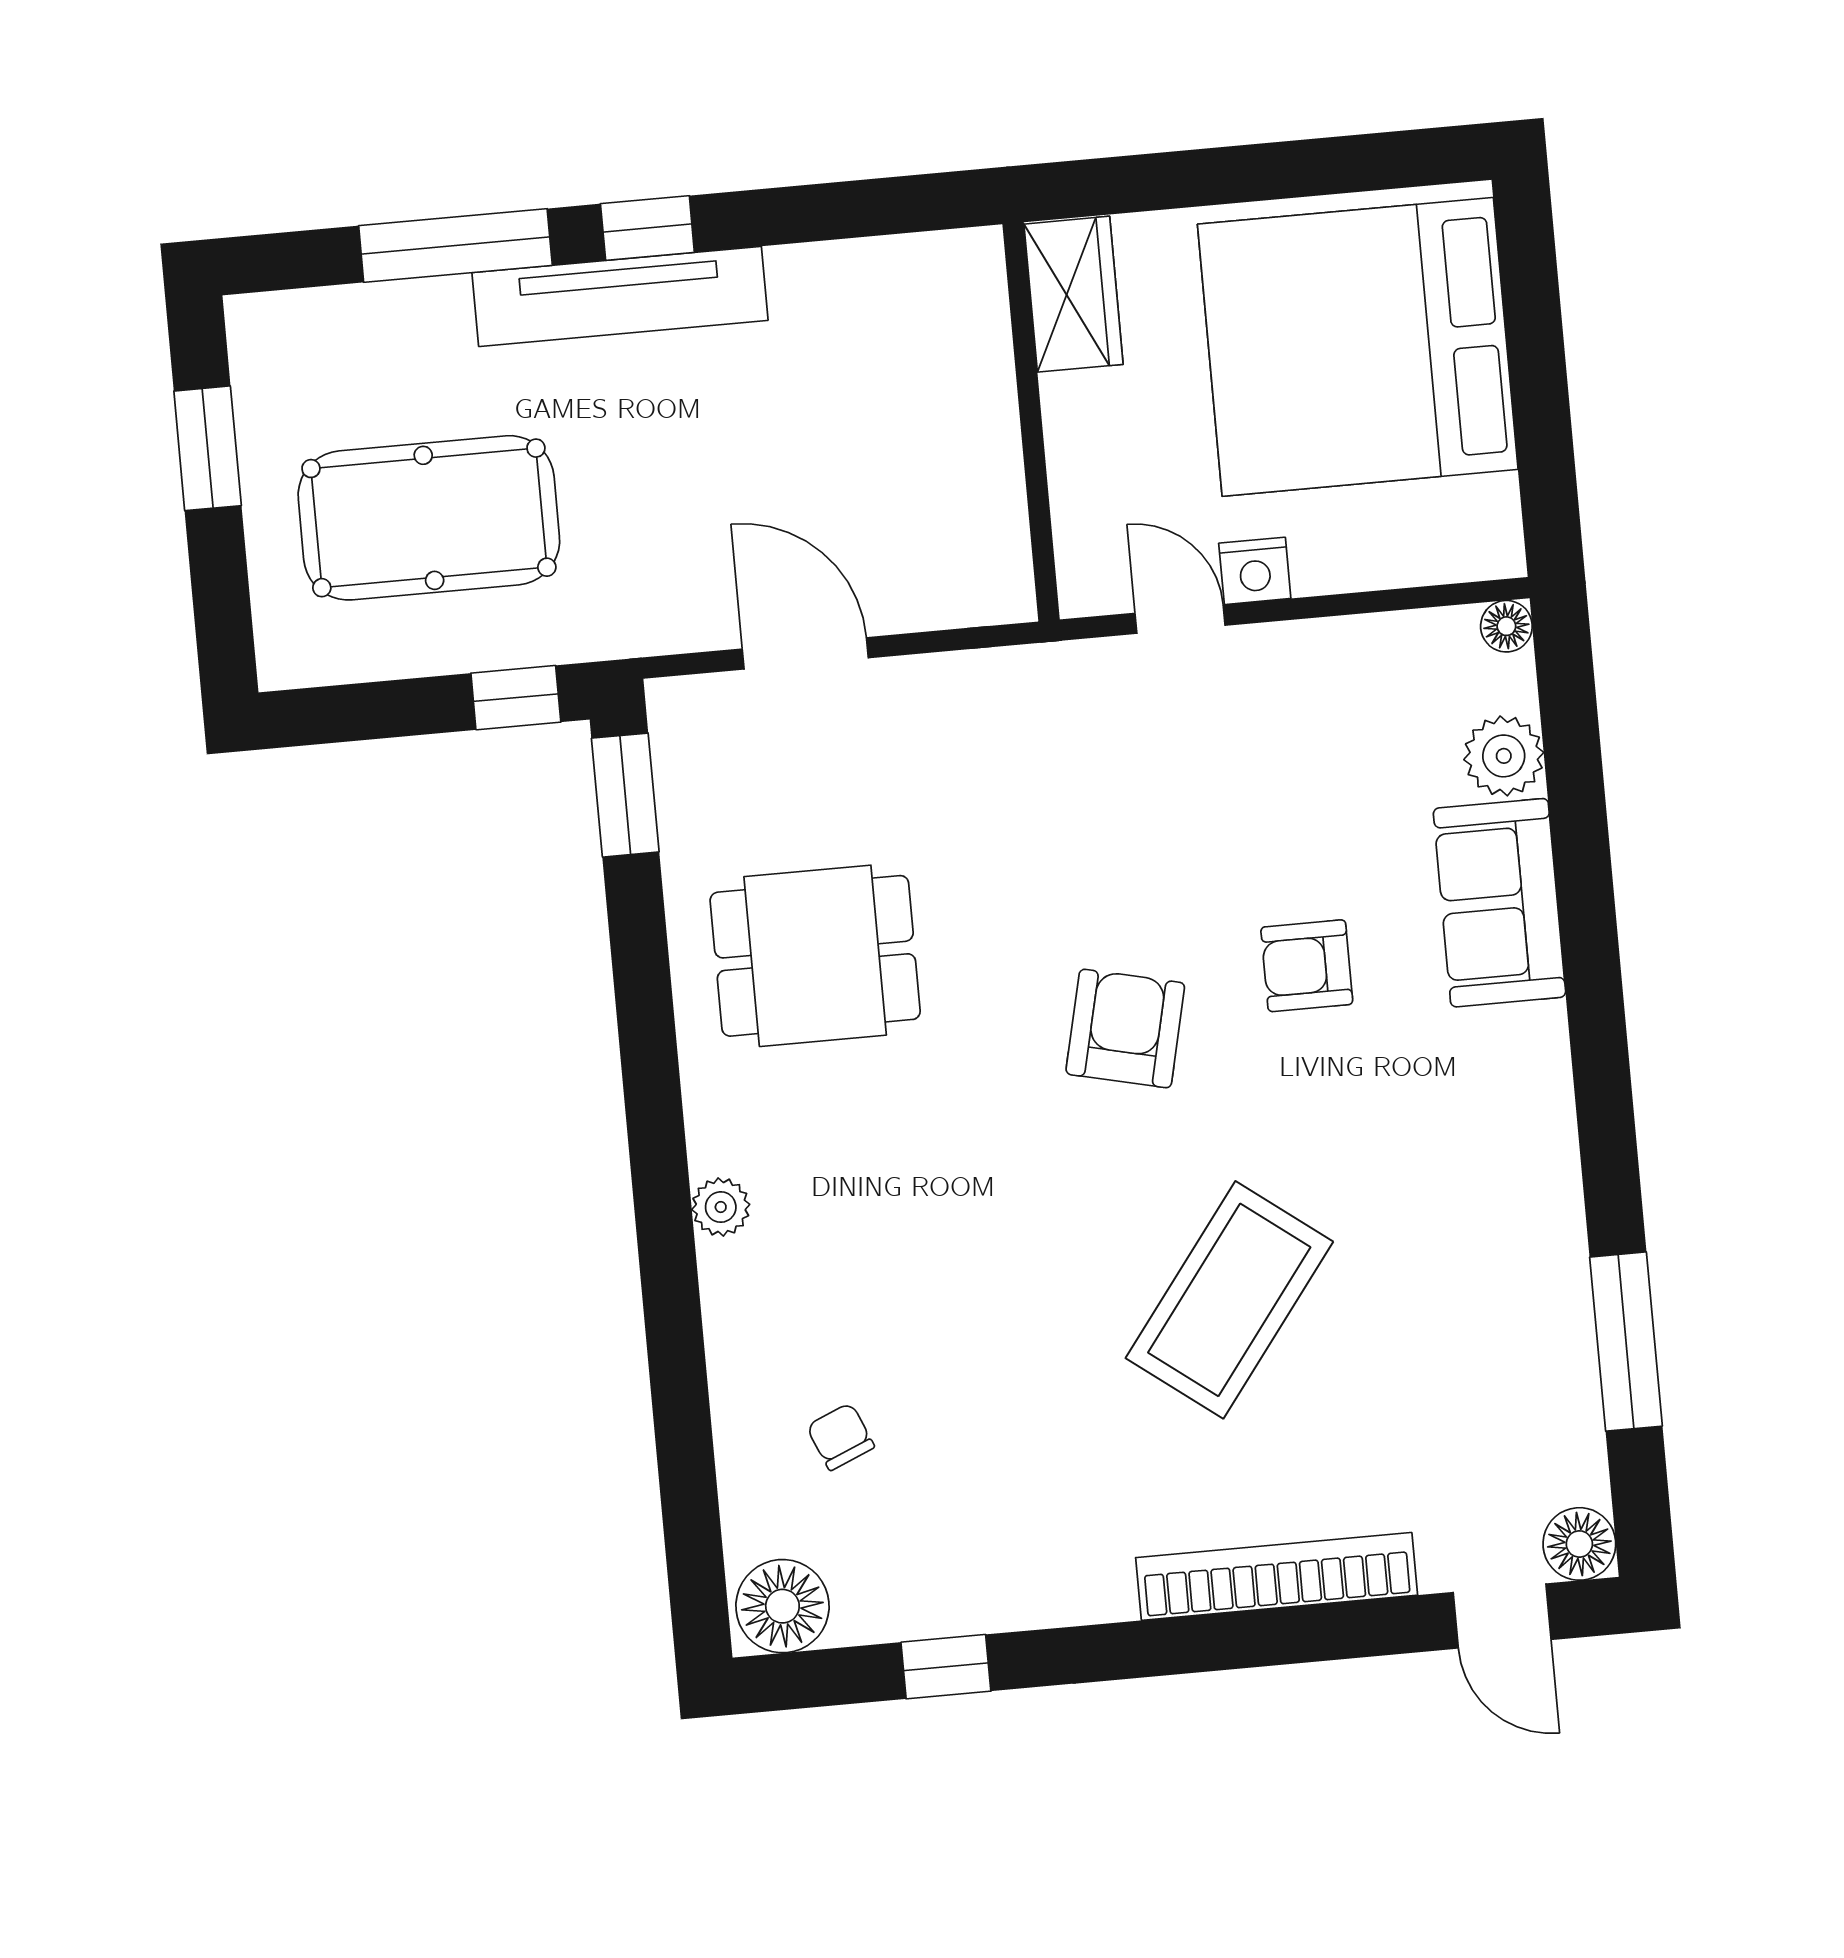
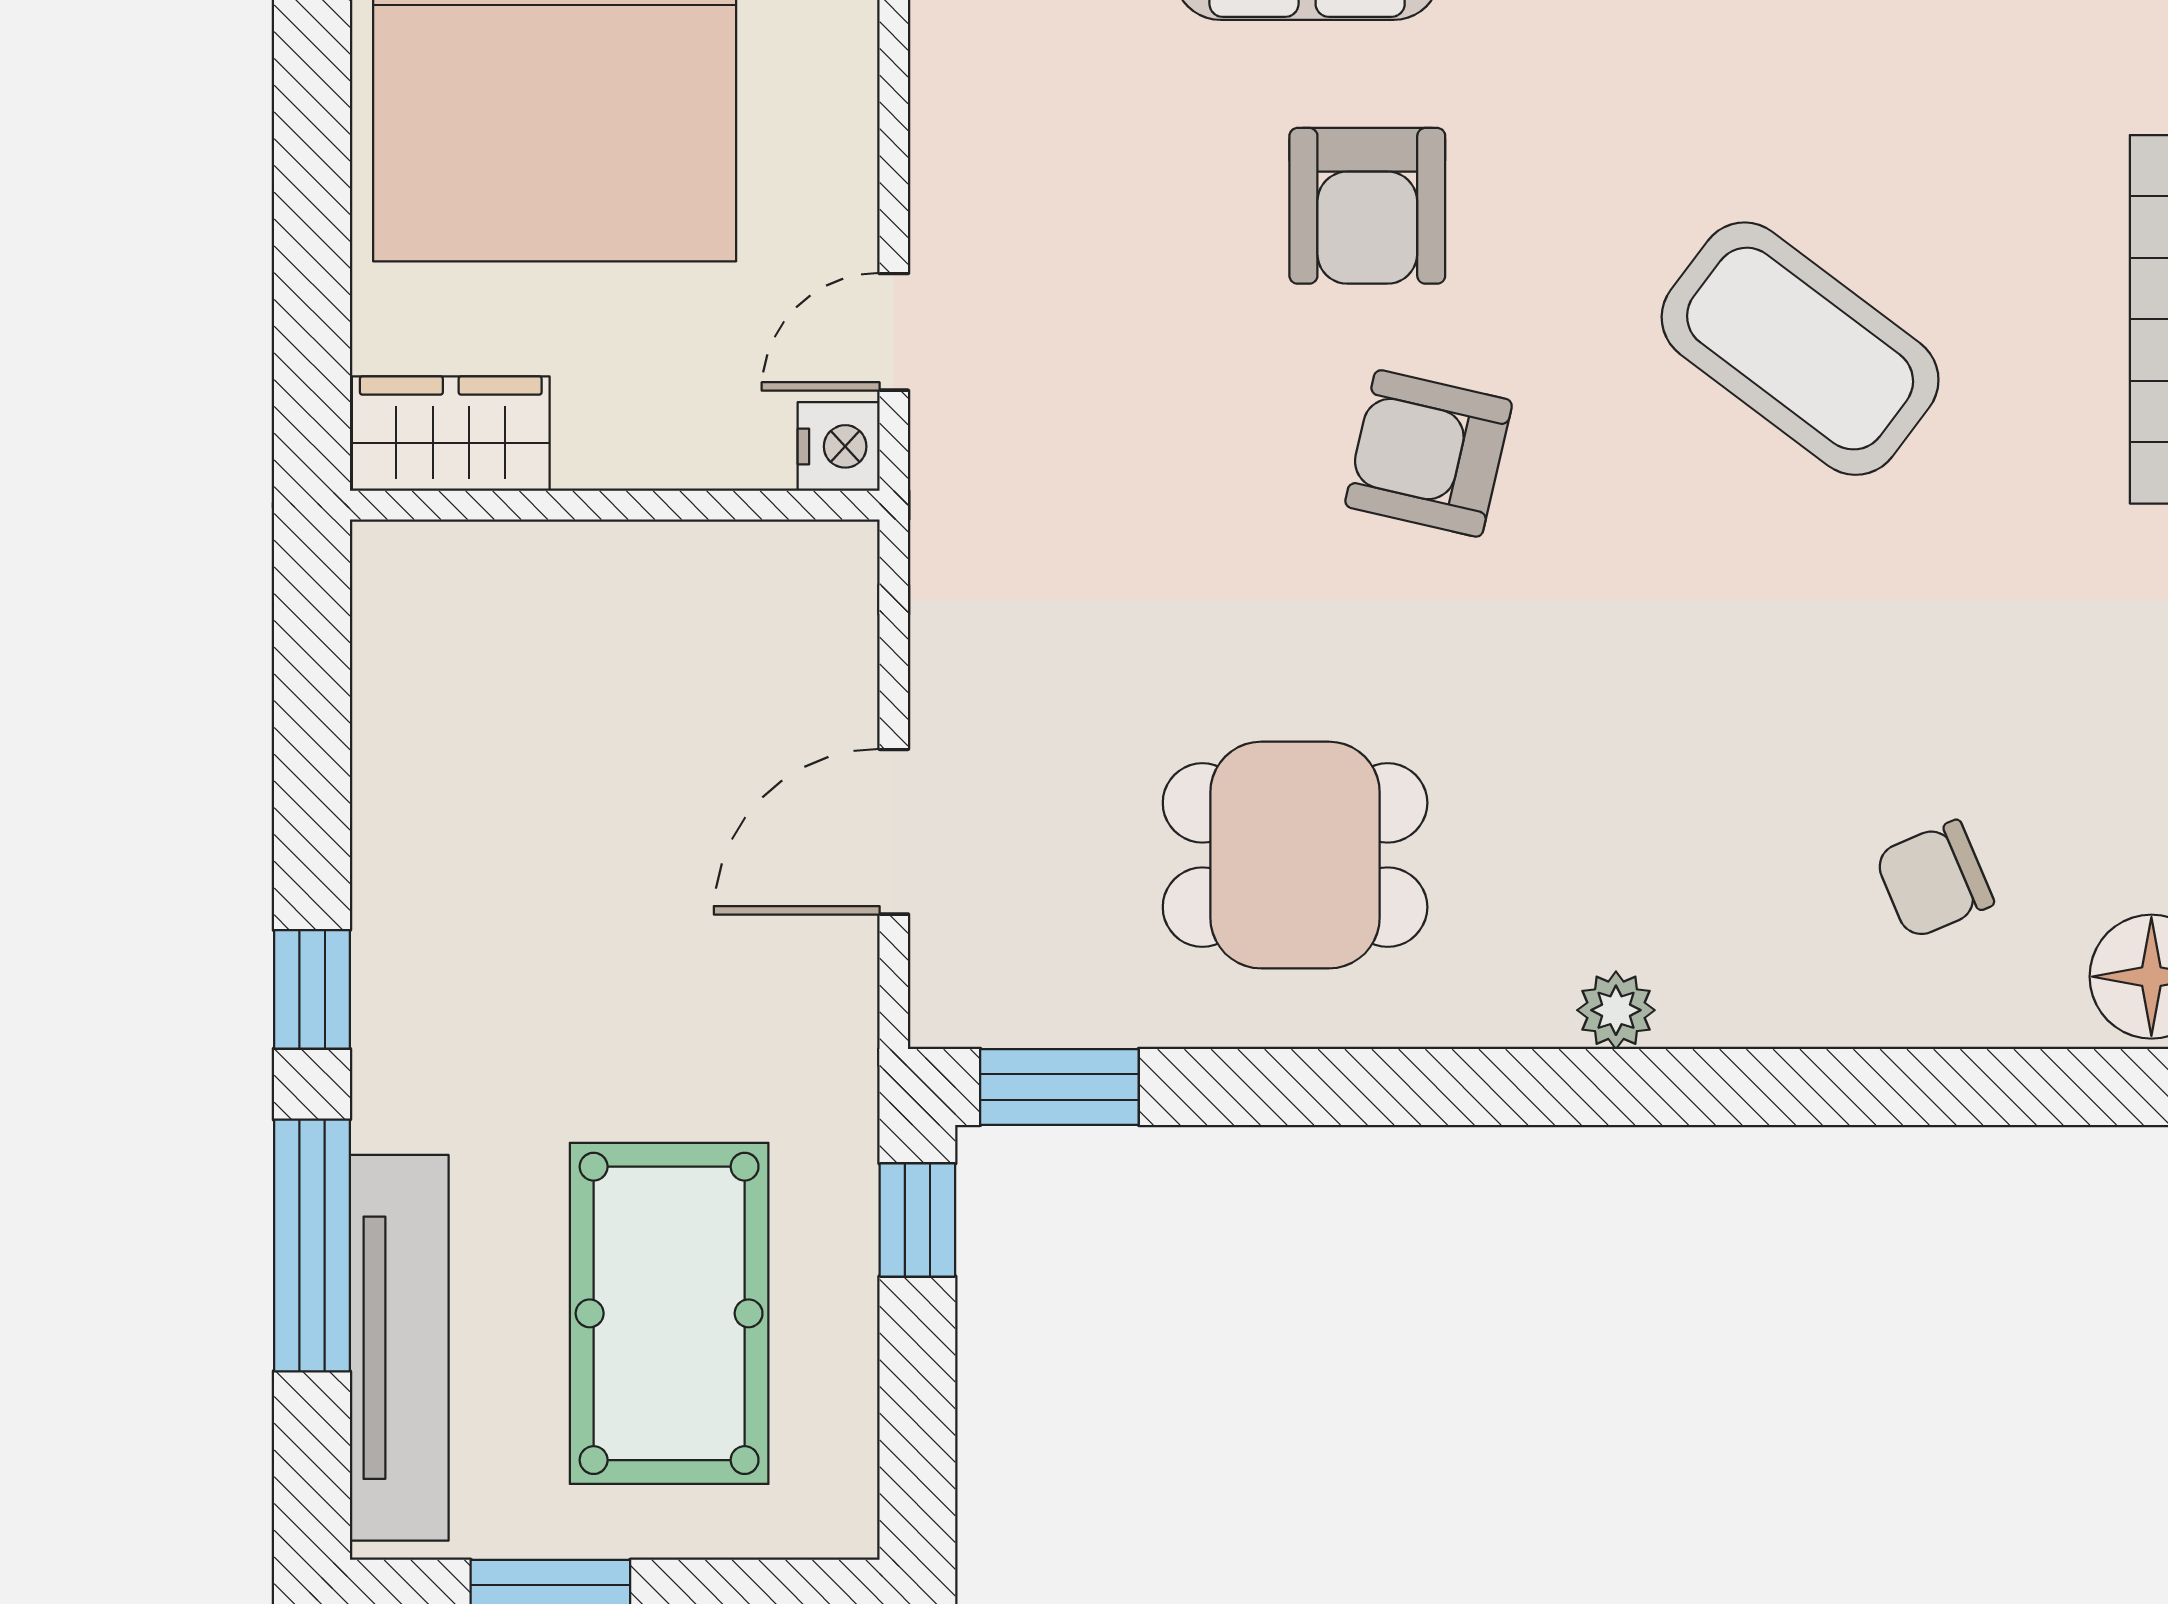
tv unit: (620, 296) -> (399, 1348), moved
nightstand: (1255, 571) -> (839, 446), moved
dining table: (815, 956) -> (1295, 855), turned 90
armchair: (1307, 966) -> (1367, 206), width x1.38, depth x1.38
chair: (840, 1437) -> (1934, 879), width x1.37, depth x1.37

